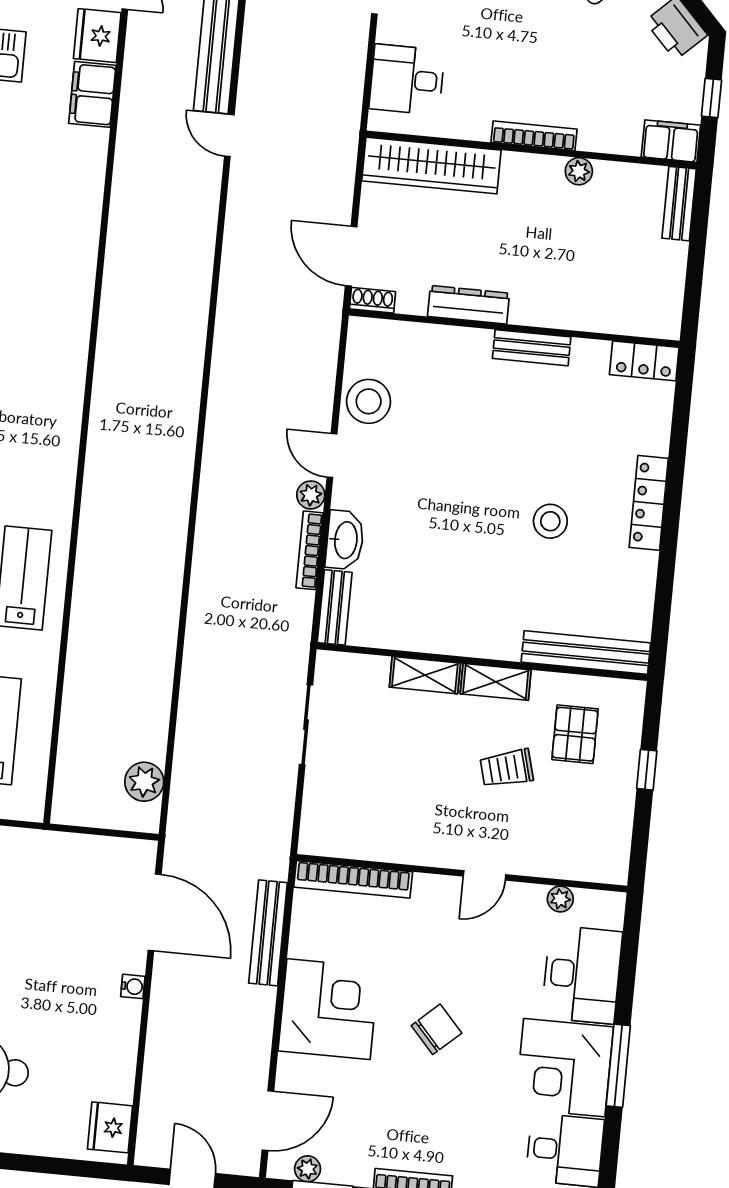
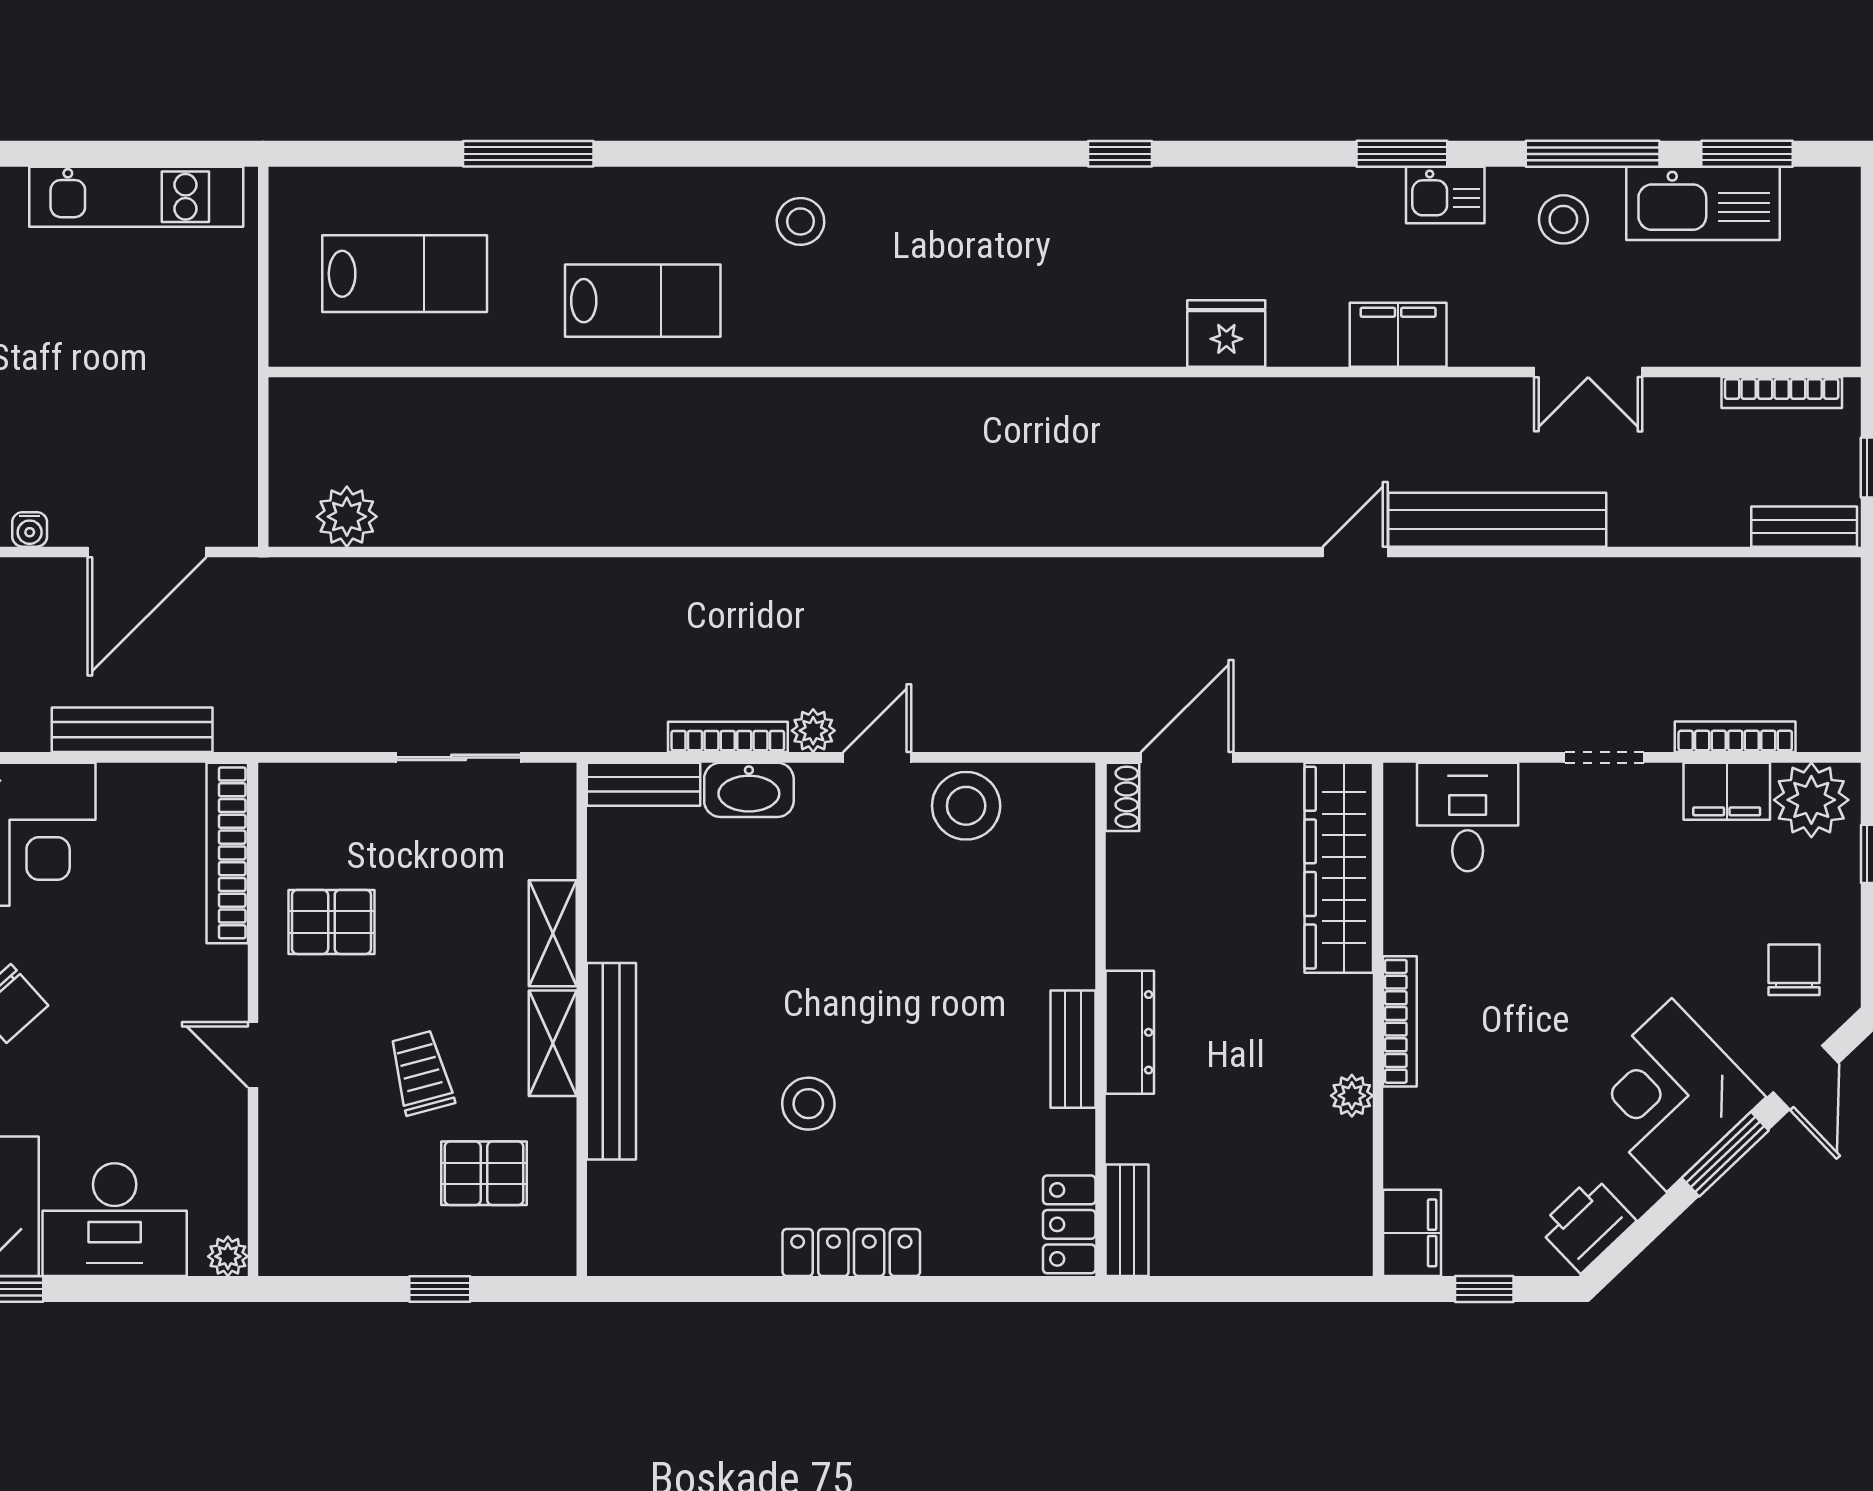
fridge: (97, 36) -> (1226, 334), moved
bench: (679, 204) -> (1127, 1220), moved, turned 90
dresser: (469, 305) -> (1130, 1032), moved
bench: (586, 653) -> (611, 1061), moved
pallet: (404, 817) -> (331, 922), added
plant: (560, 899) -> (228, 1256), moved

